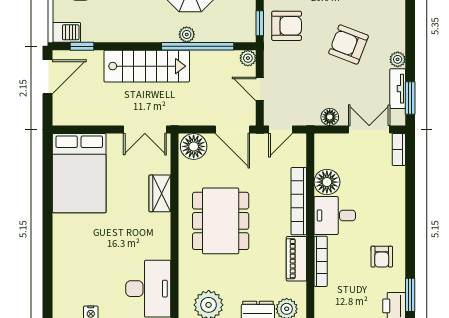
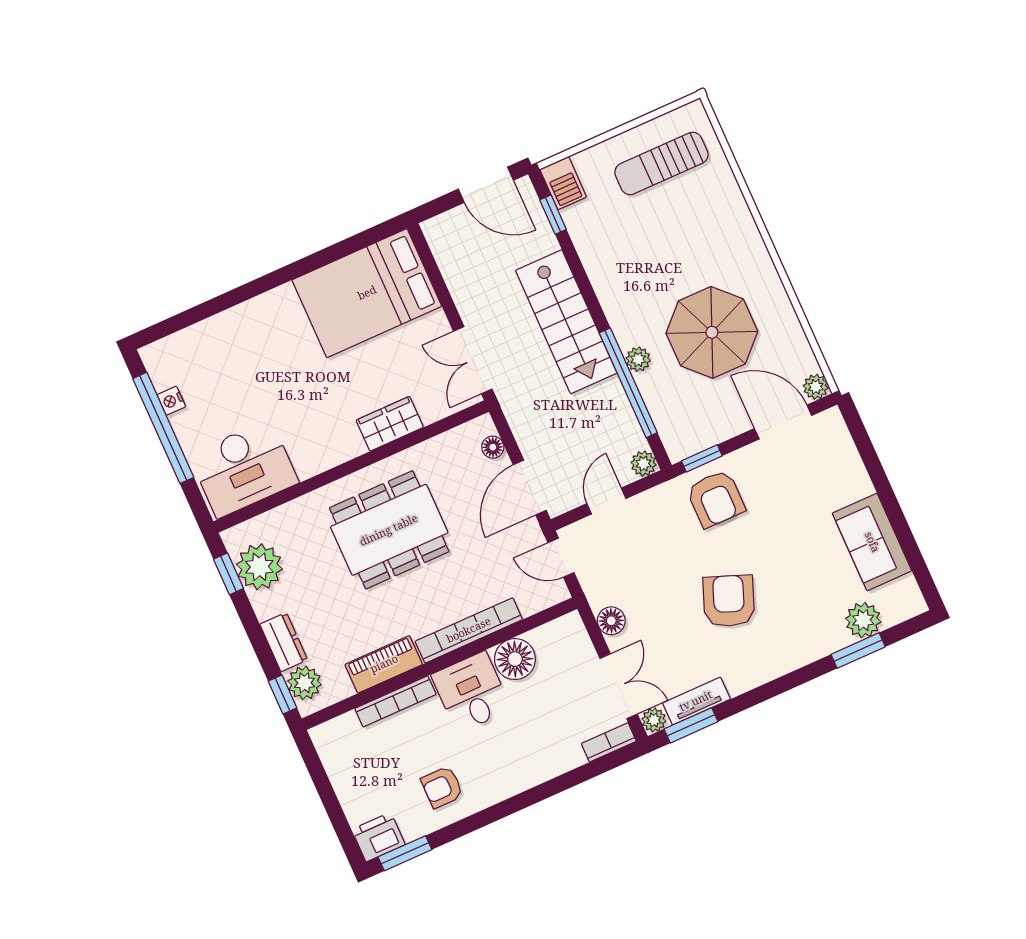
plant: (398, 59) -> (654, 720), moved
floor lamp: (194, 146) -> (493, 447), width x0.53, depth x0.53

